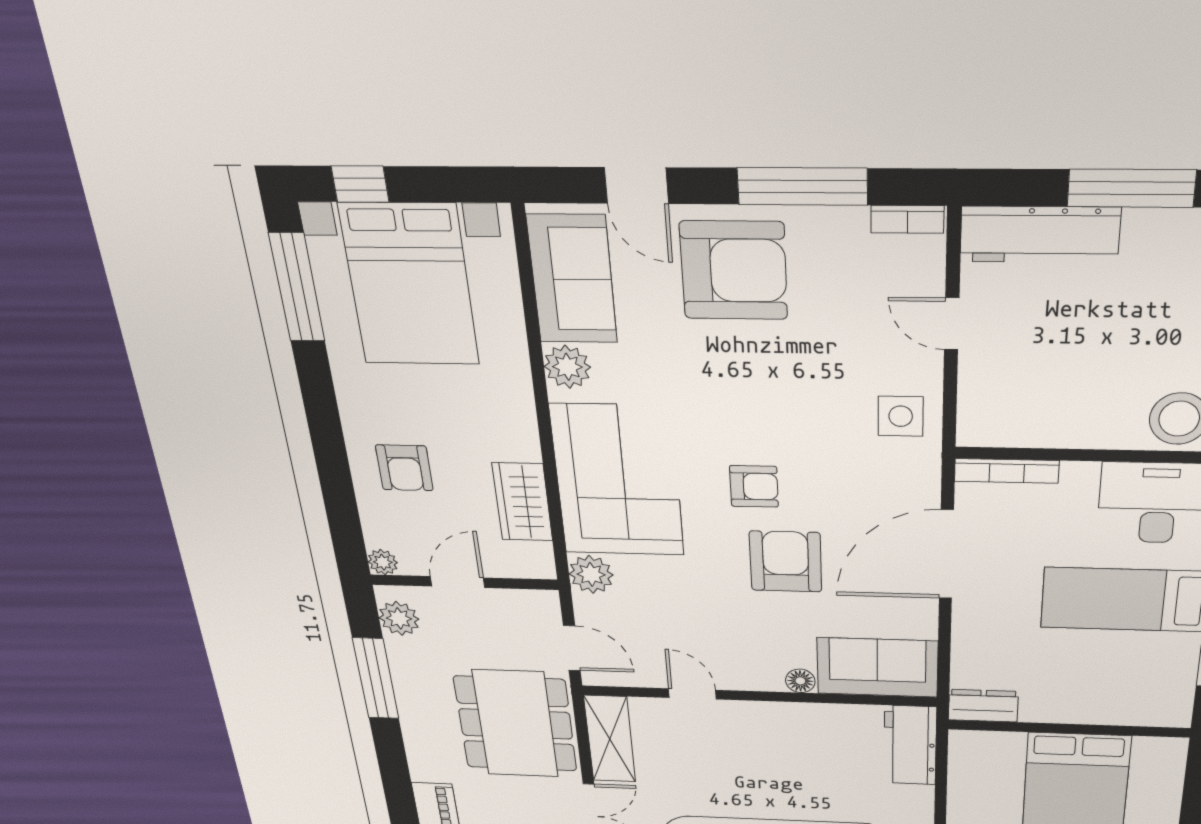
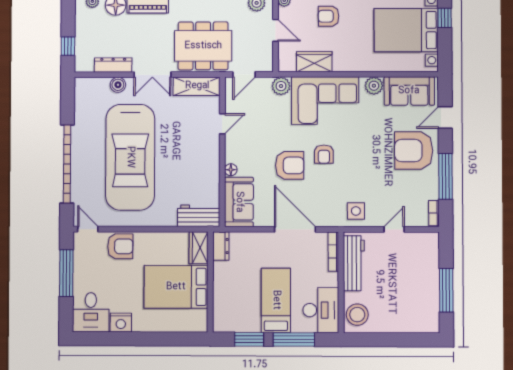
workbench: (1040, 235) -> (354, 263), moved, turned 180
armchair: (734, 271) -> (414, 151), turned 90
wardrobe: (986, 748) -> (199, 248), added

